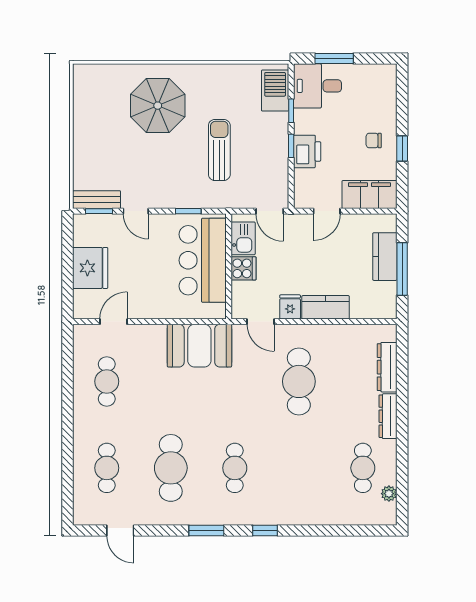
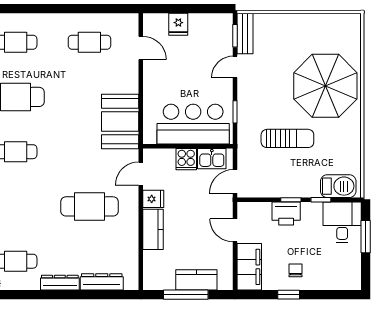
parasol: (158, 106) -> (325, 86), width x1.36, depth x1.36
fridge: (90, 268) -> (178, 24), width x0.53, depth x0.75

